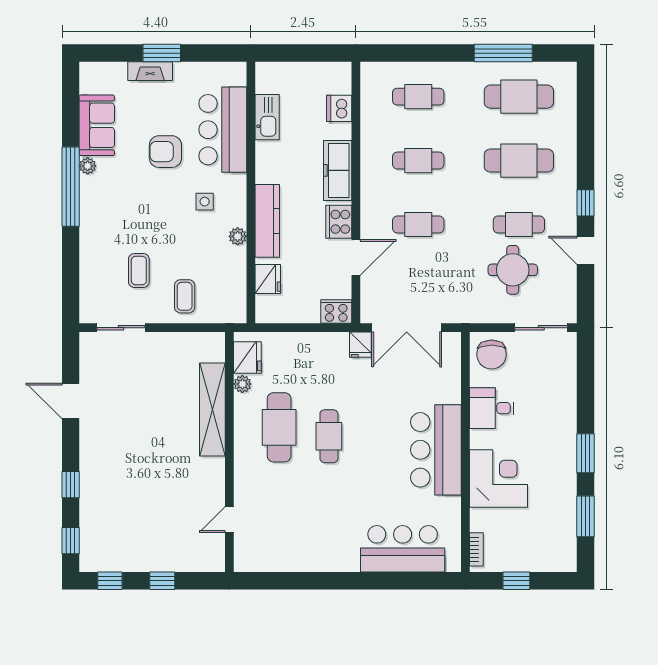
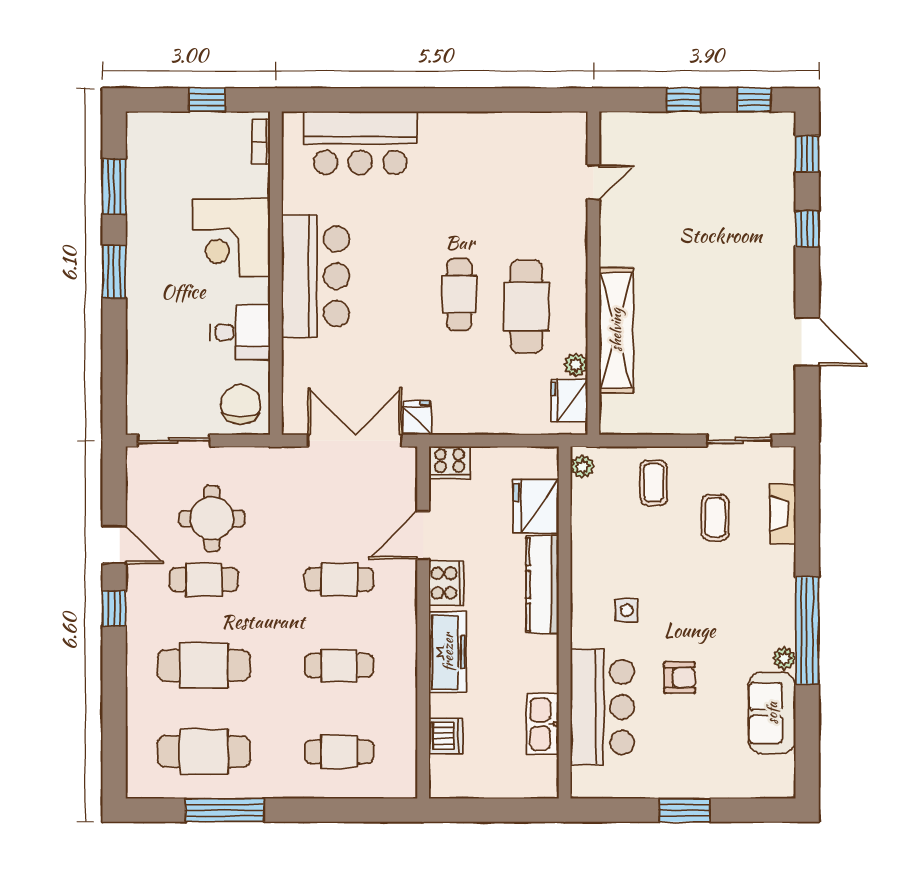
fireplace: (150, 71) -> (783, 514), moved, turned -90
armchair: (165, 152) -> (679, 678), width x0.72, depth x0.72
plant: (238, 236) -> (582, 466), moved
fridge: (268, 279) -> (536, 506), width x1.36, depth x1.34

